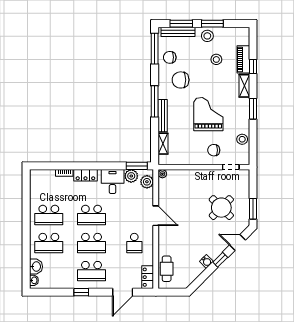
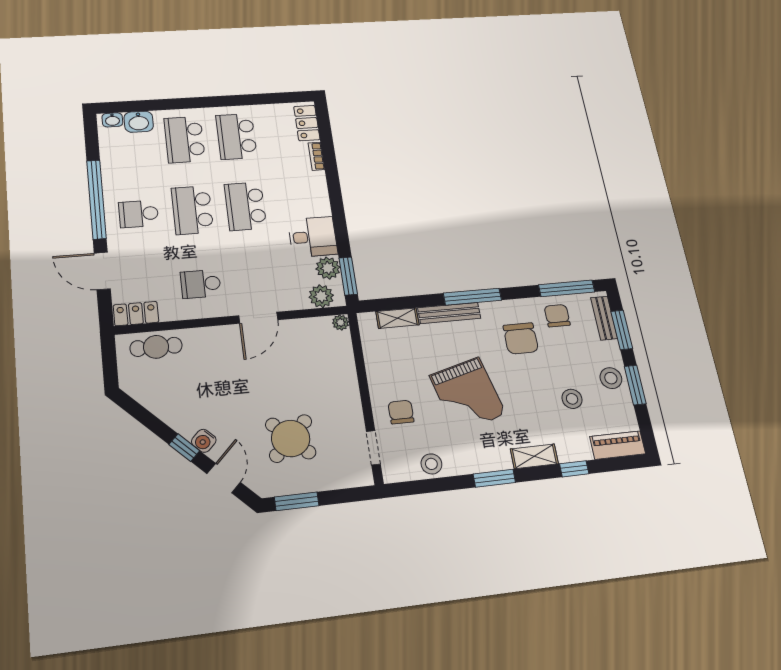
bench: (178, 32) -> (604, 318), width x0.73
piano: (243, 59) -> (618, 445), moved
chair: (181, 80) -> (521, 338), turned 180
grand piano: (208, 114) -> (468, 395), turned 75
locker: (85, 175) -> (307, 123), moved
water cooler: (206, 261) -> (204, 441), moved
school desk: (92, 271) -> (139, 214), width x0.54
window: (81, 292) -> (96, 199), width x3.17

